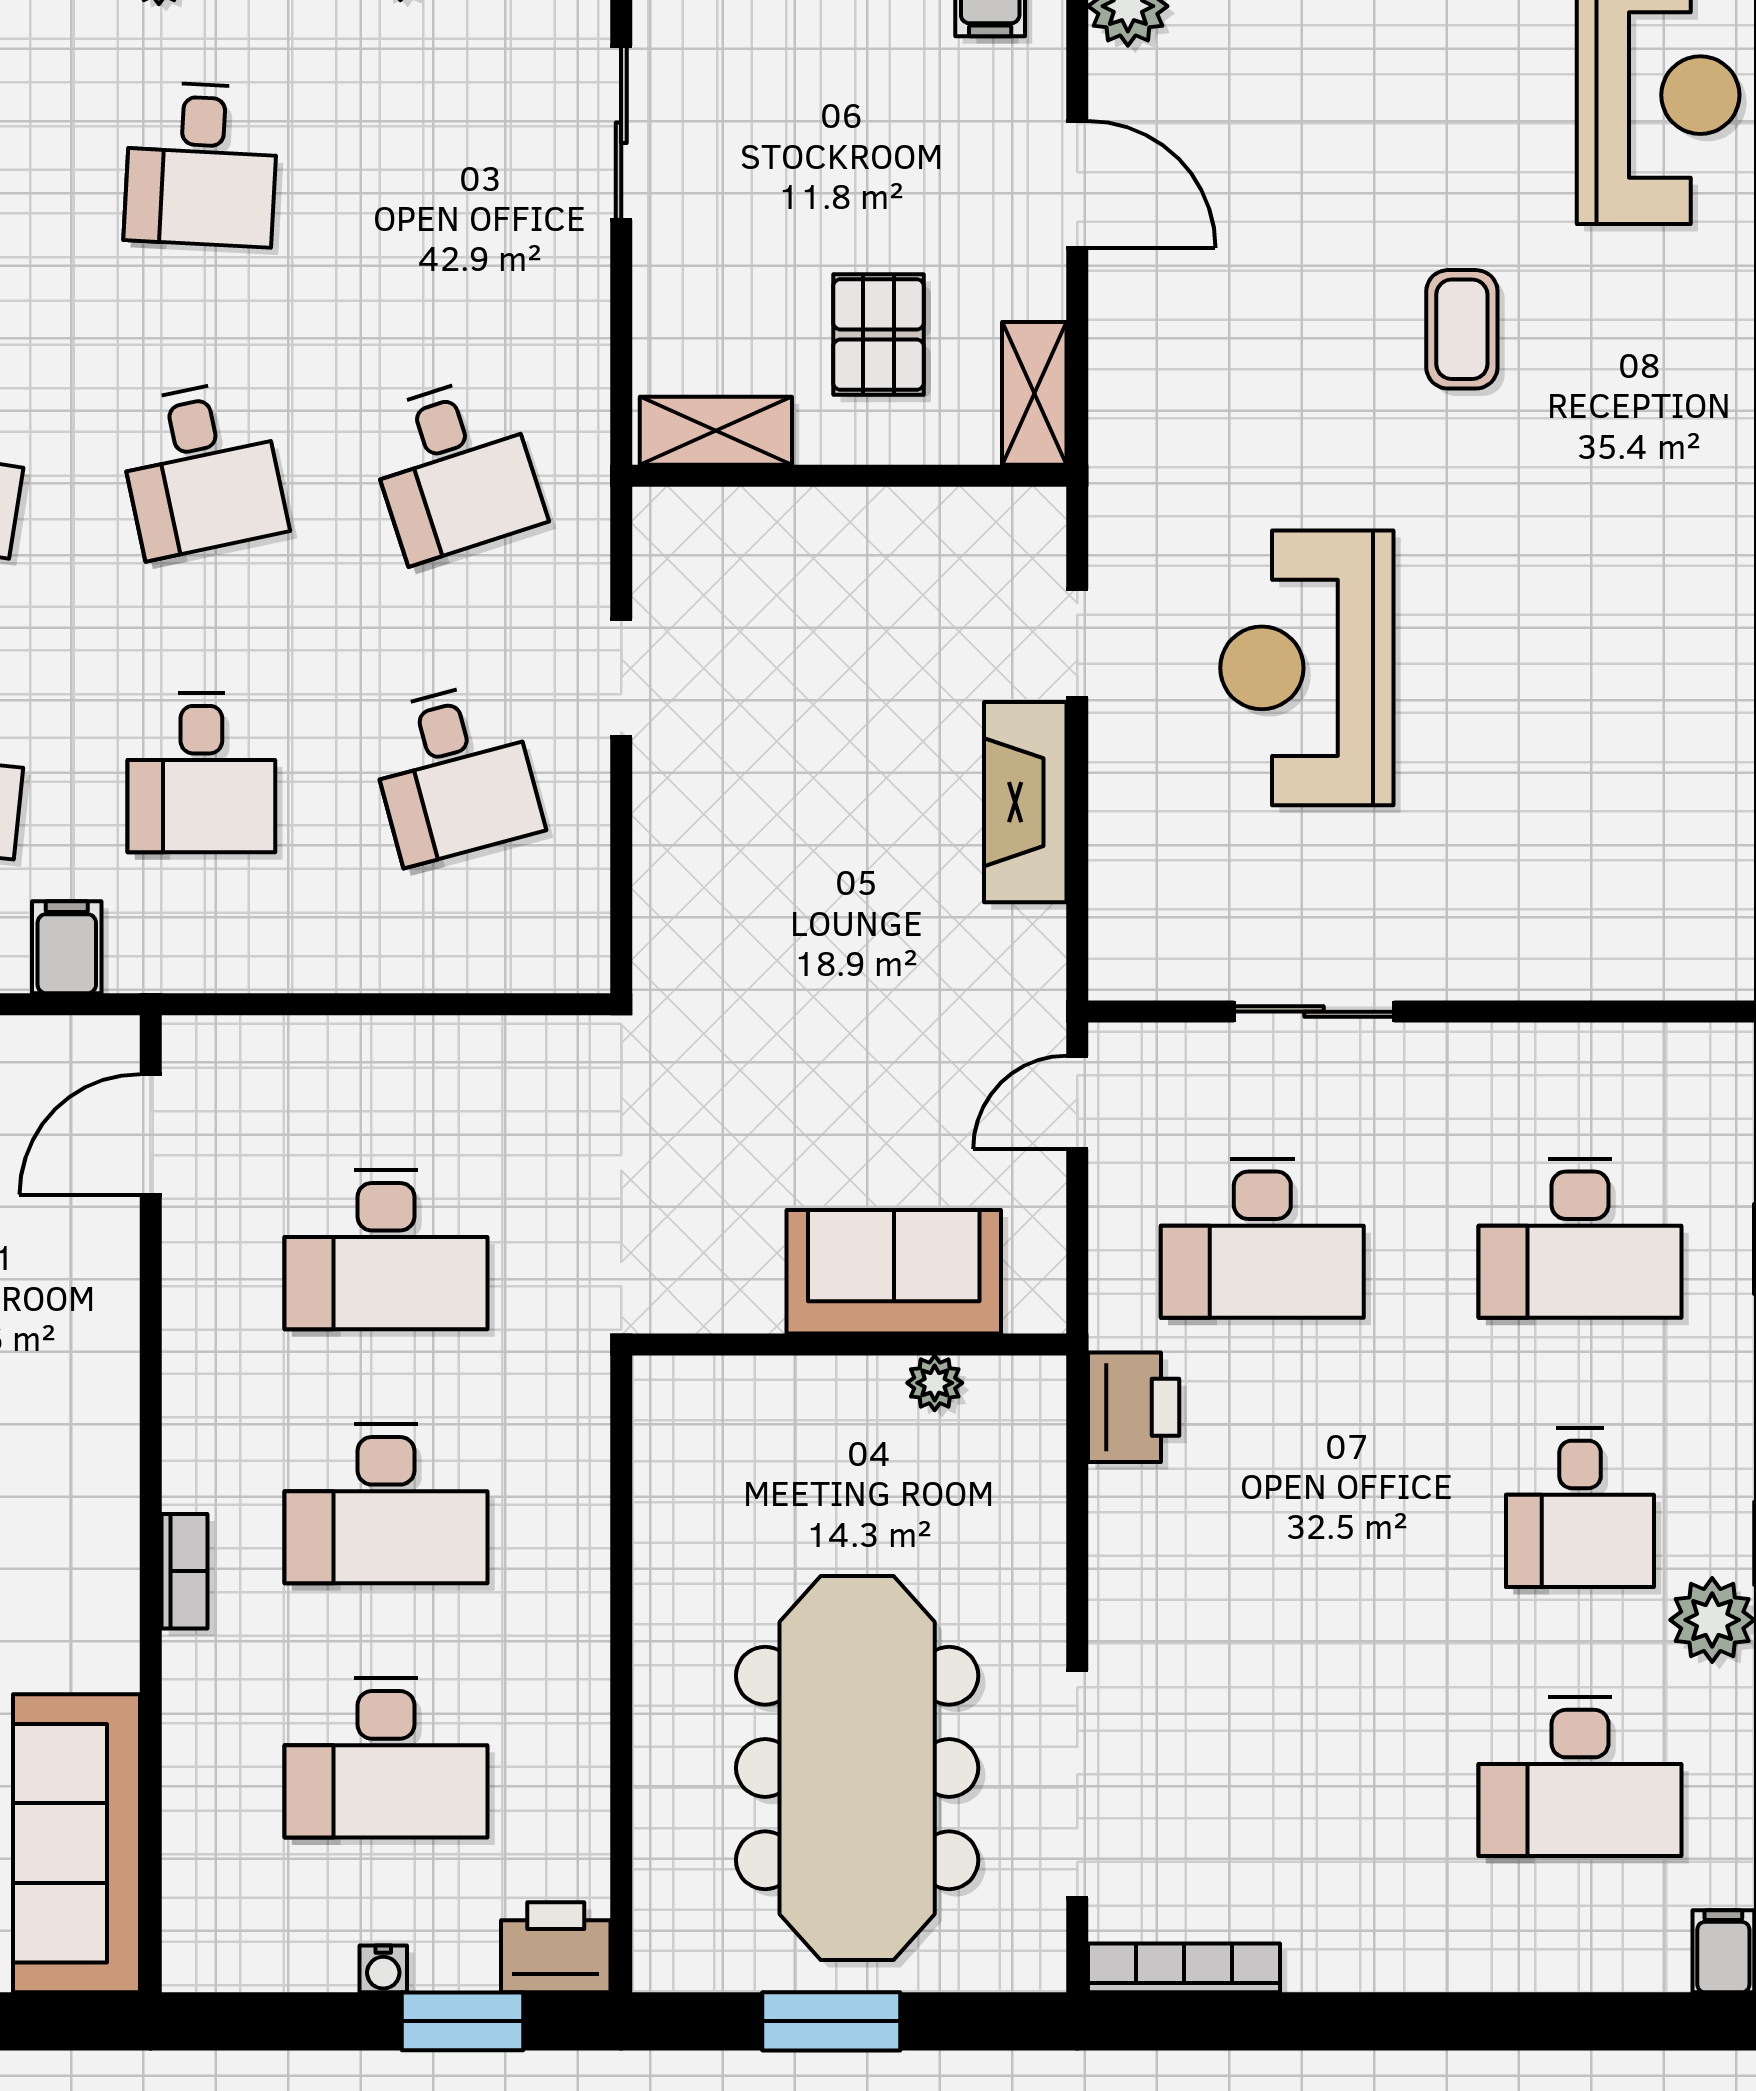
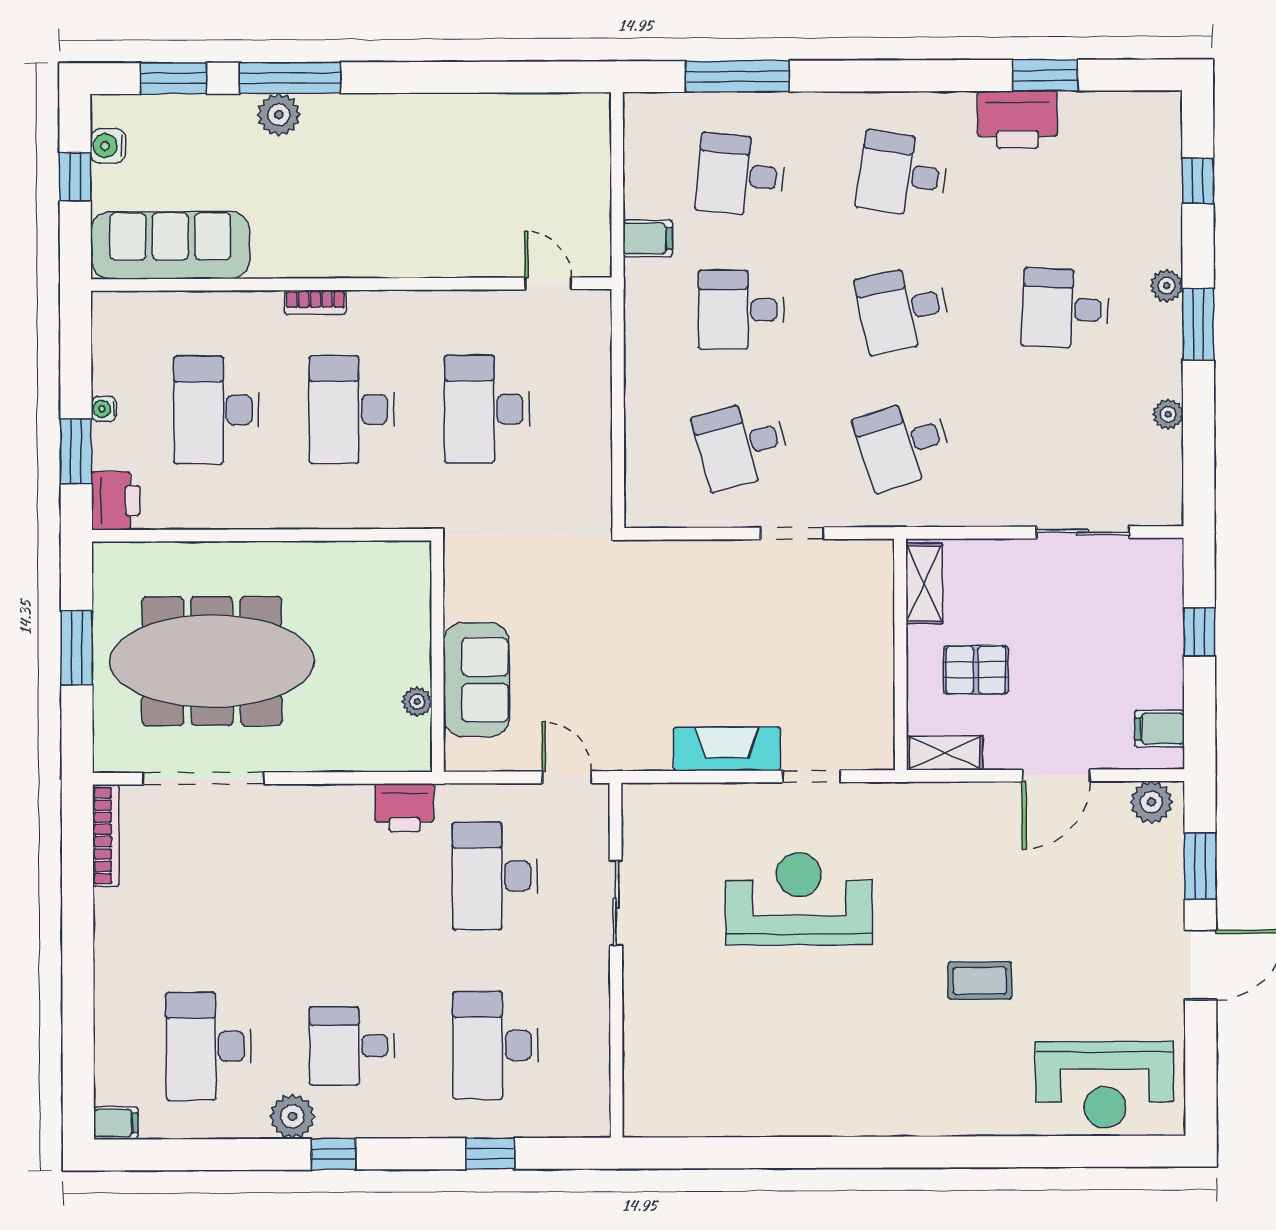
door: (151, 1135) -> (548, 283), width x0.73

